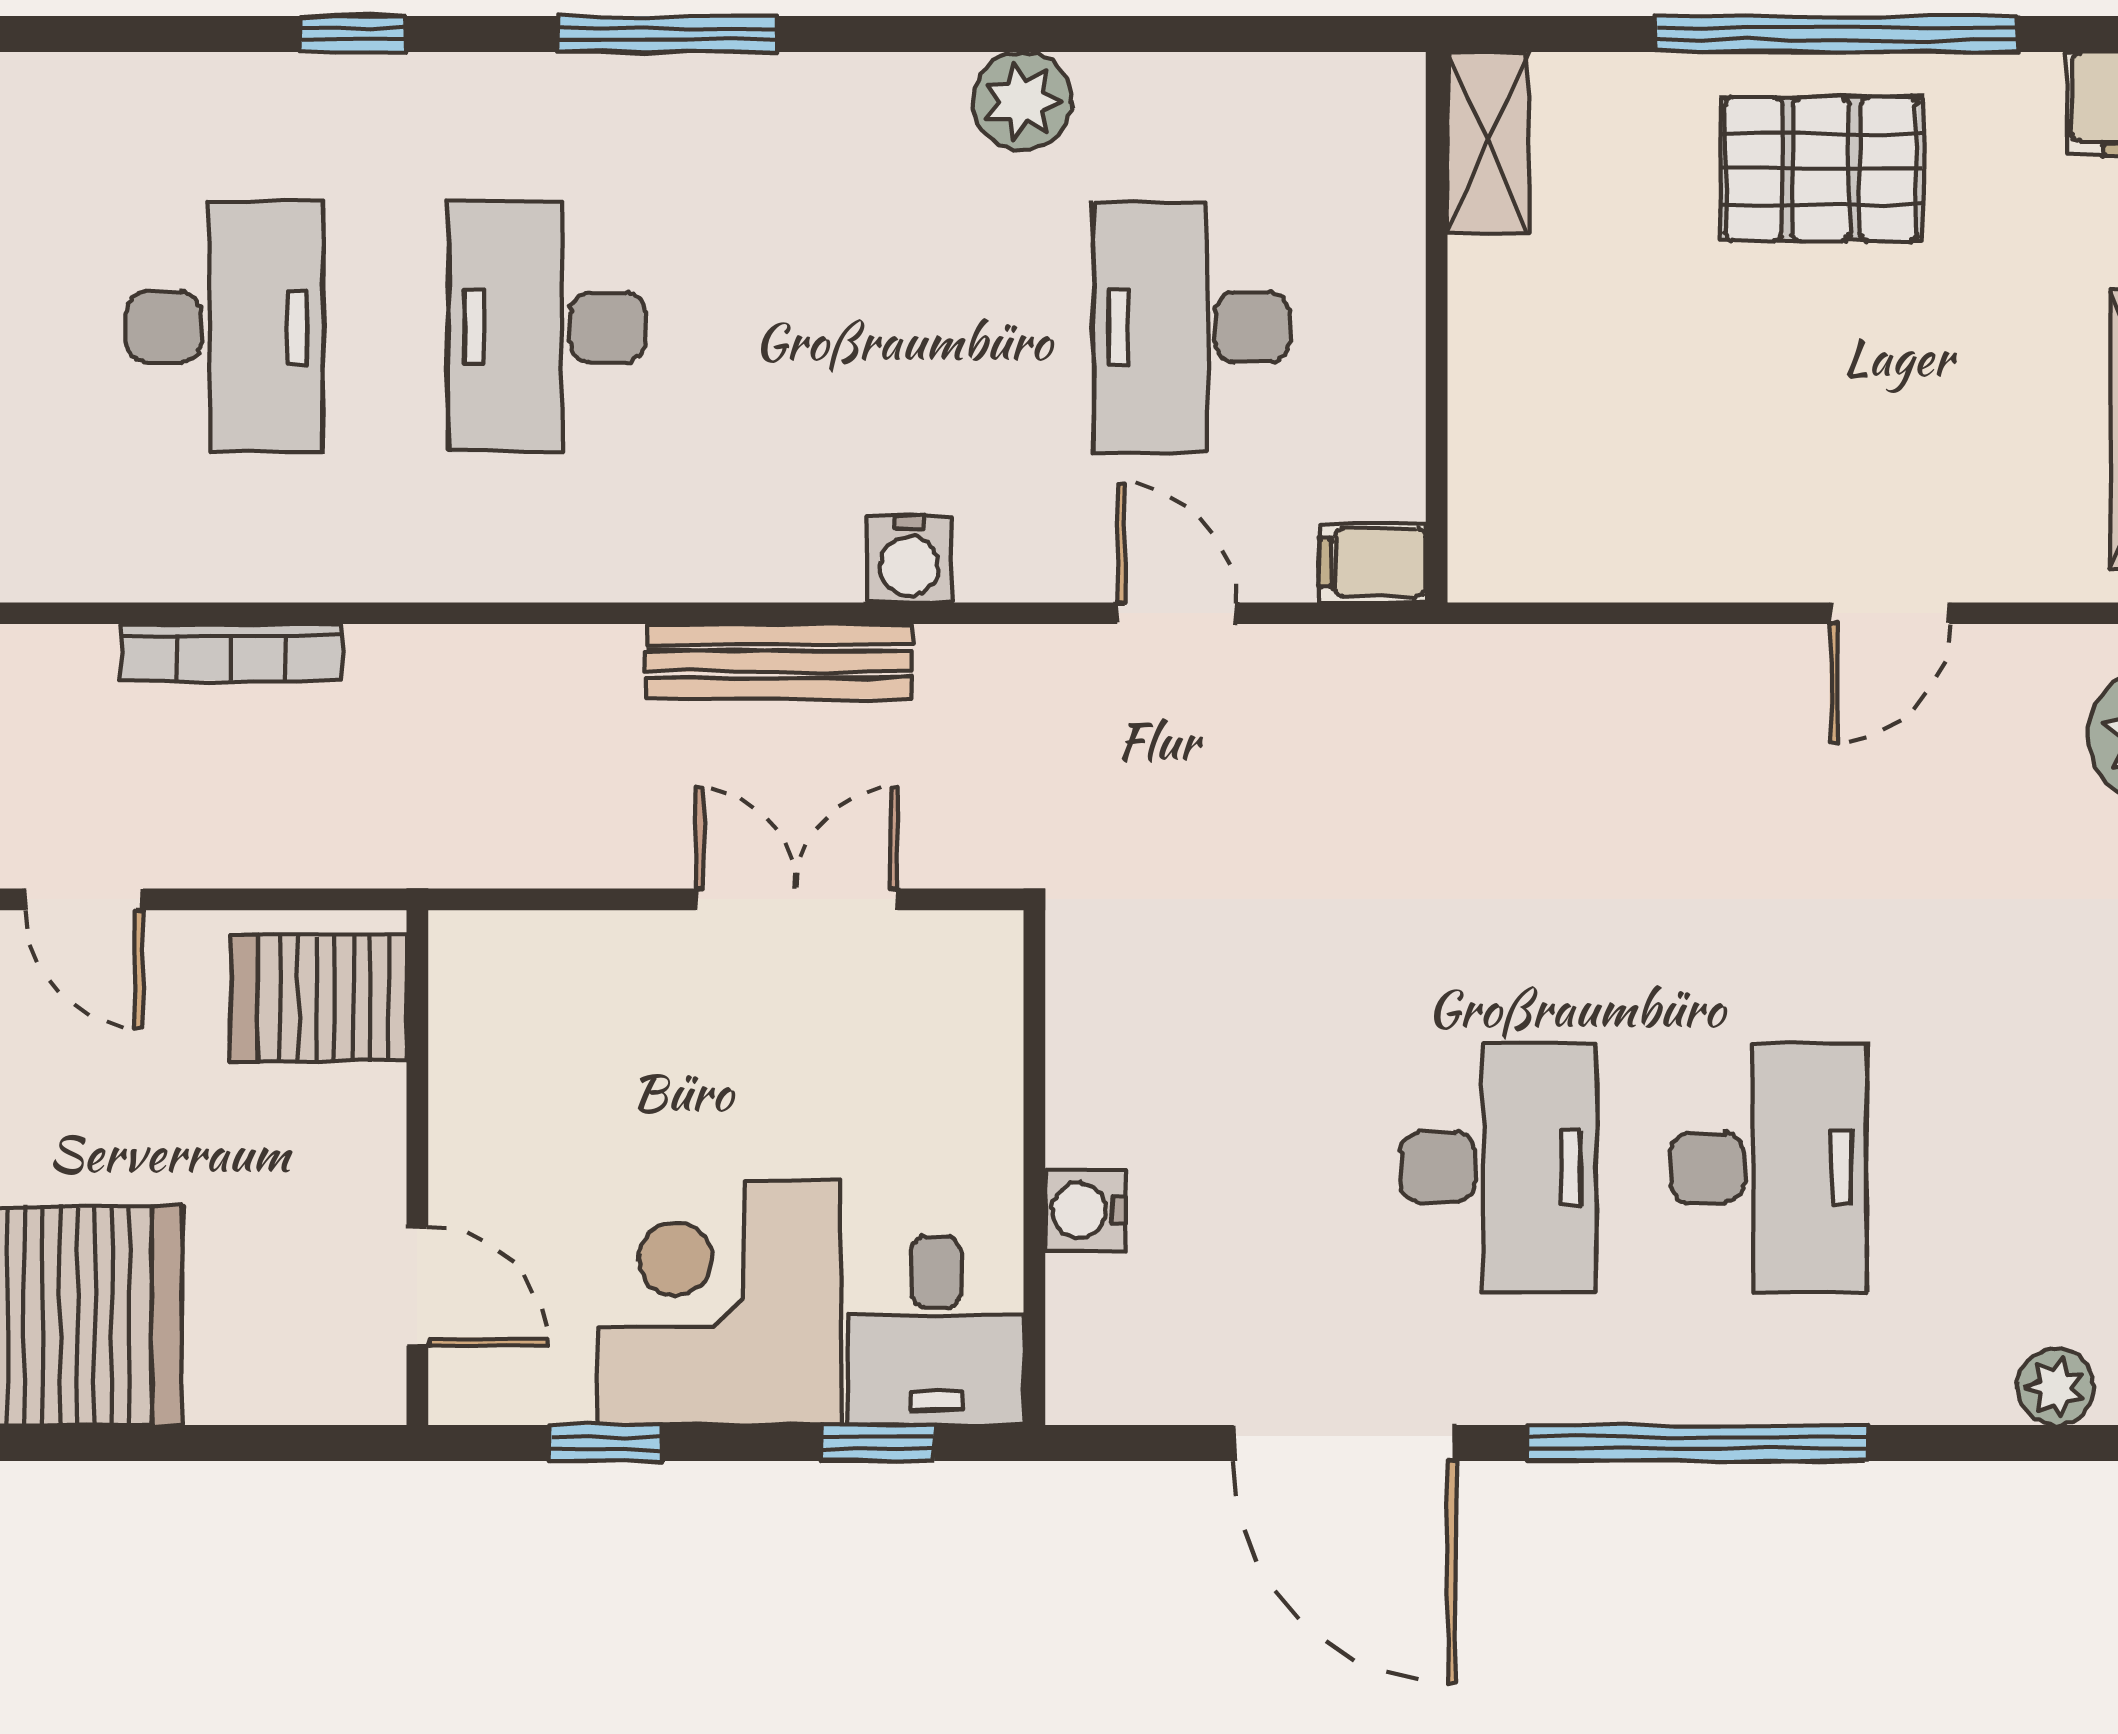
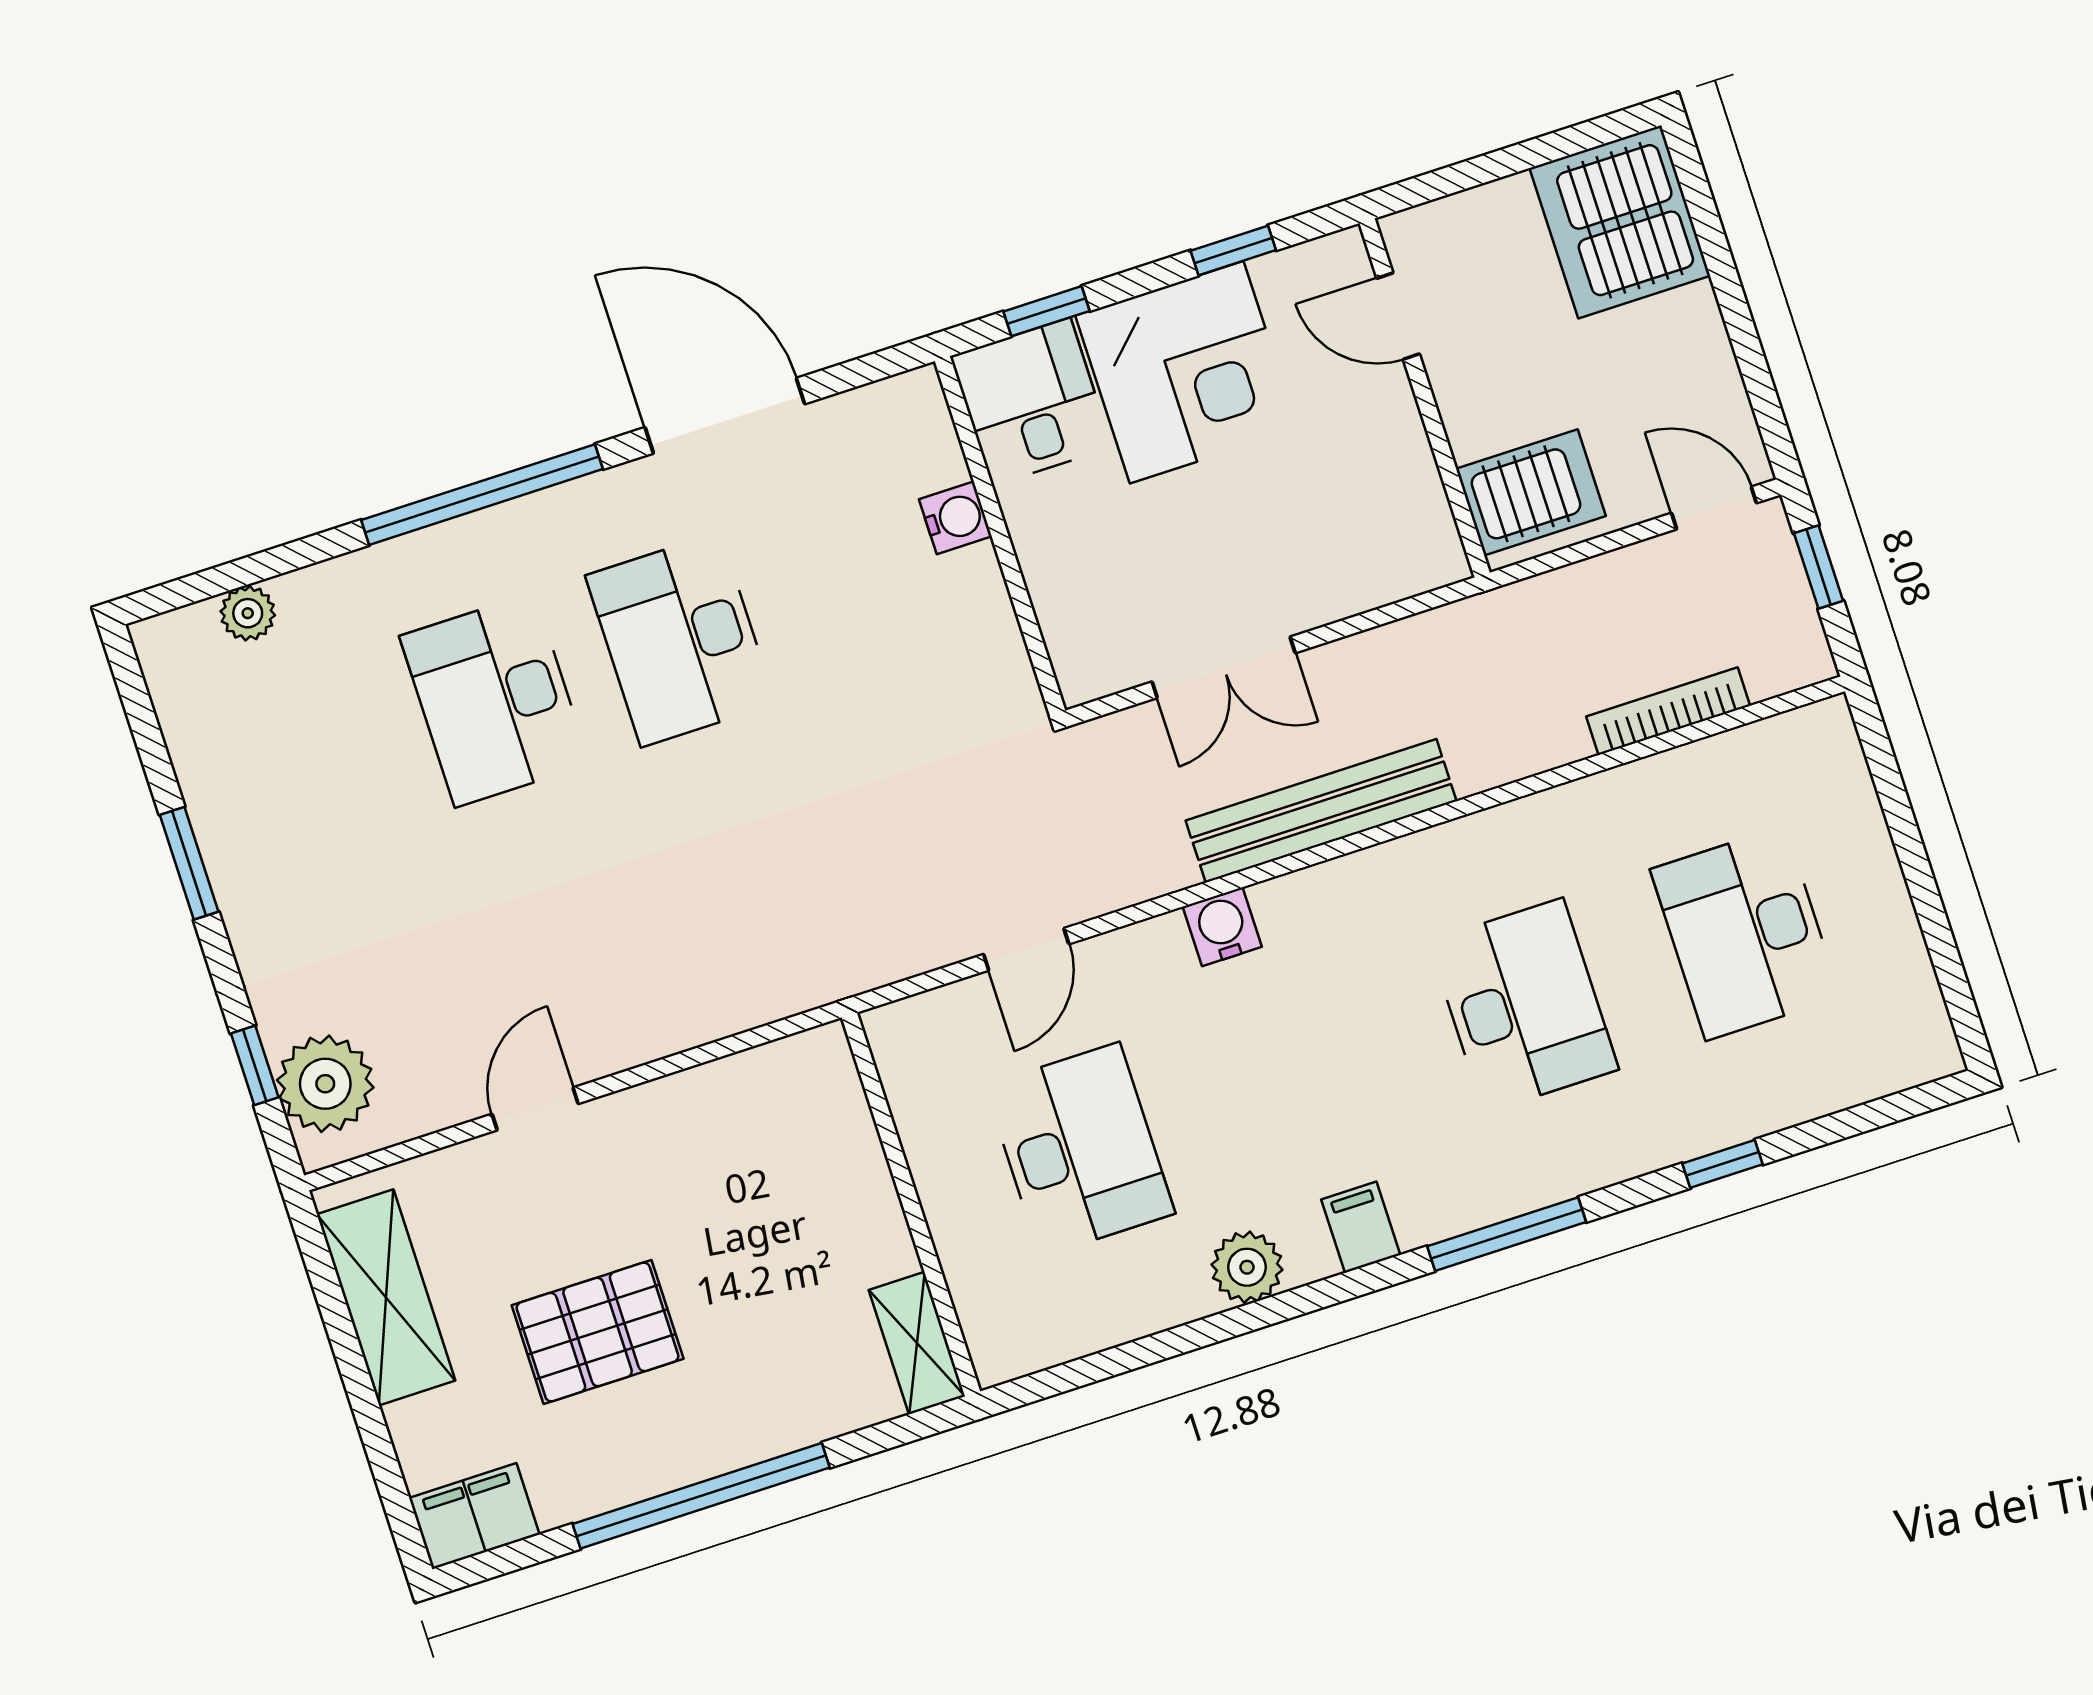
pallet: (1821, 169) -> (598, 1332), moved
filing cabinet: (1372, 562) -> (1361, 1227), moved, turned -90
door: (1176, 613) -> (1026, 949), hinge flipped
bench: (779, 661) -> (1321, 811), width x1.37, depth x1.21

